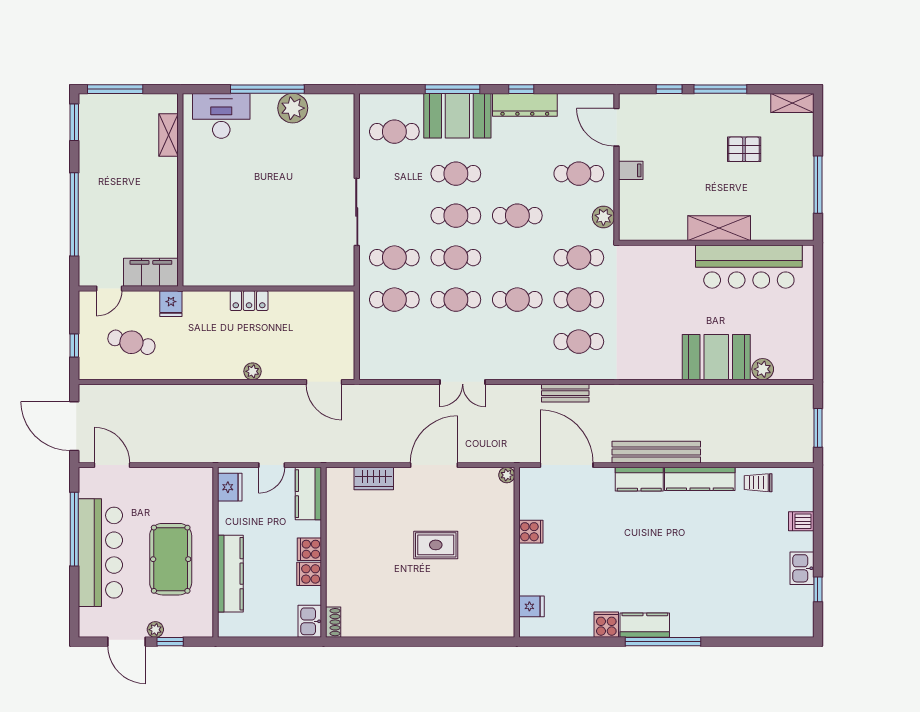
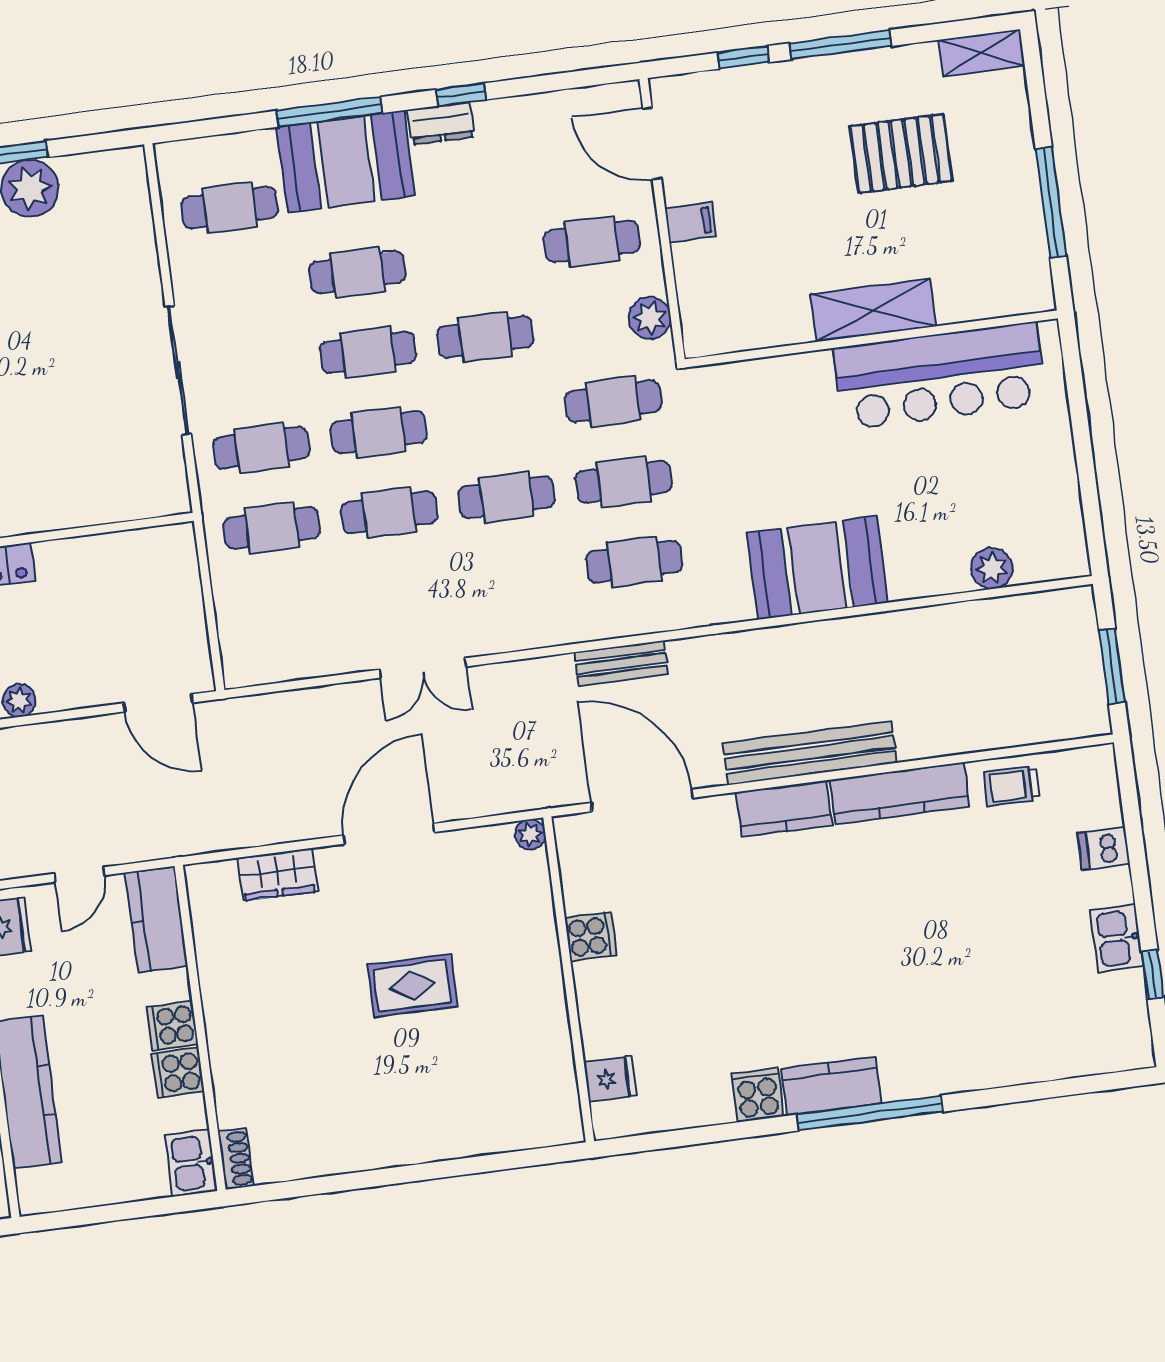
dresser: (525, 105) -> (441, 123), width x0.51, depth x0.80
pallet: (744, 149) -> (901, 154), width x1.50, depth x1.42
booth: (716, 357) -> (817, 568), moved

